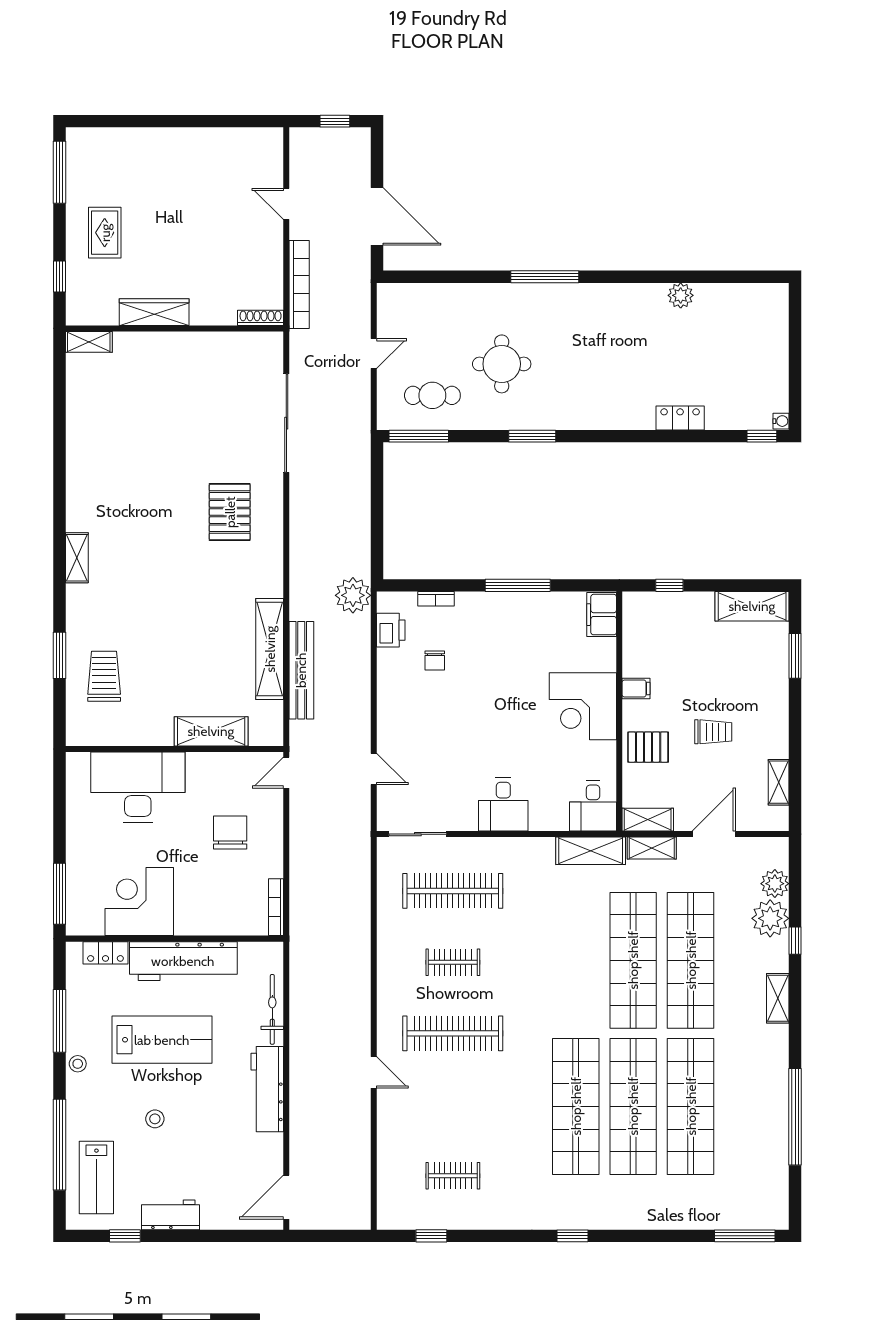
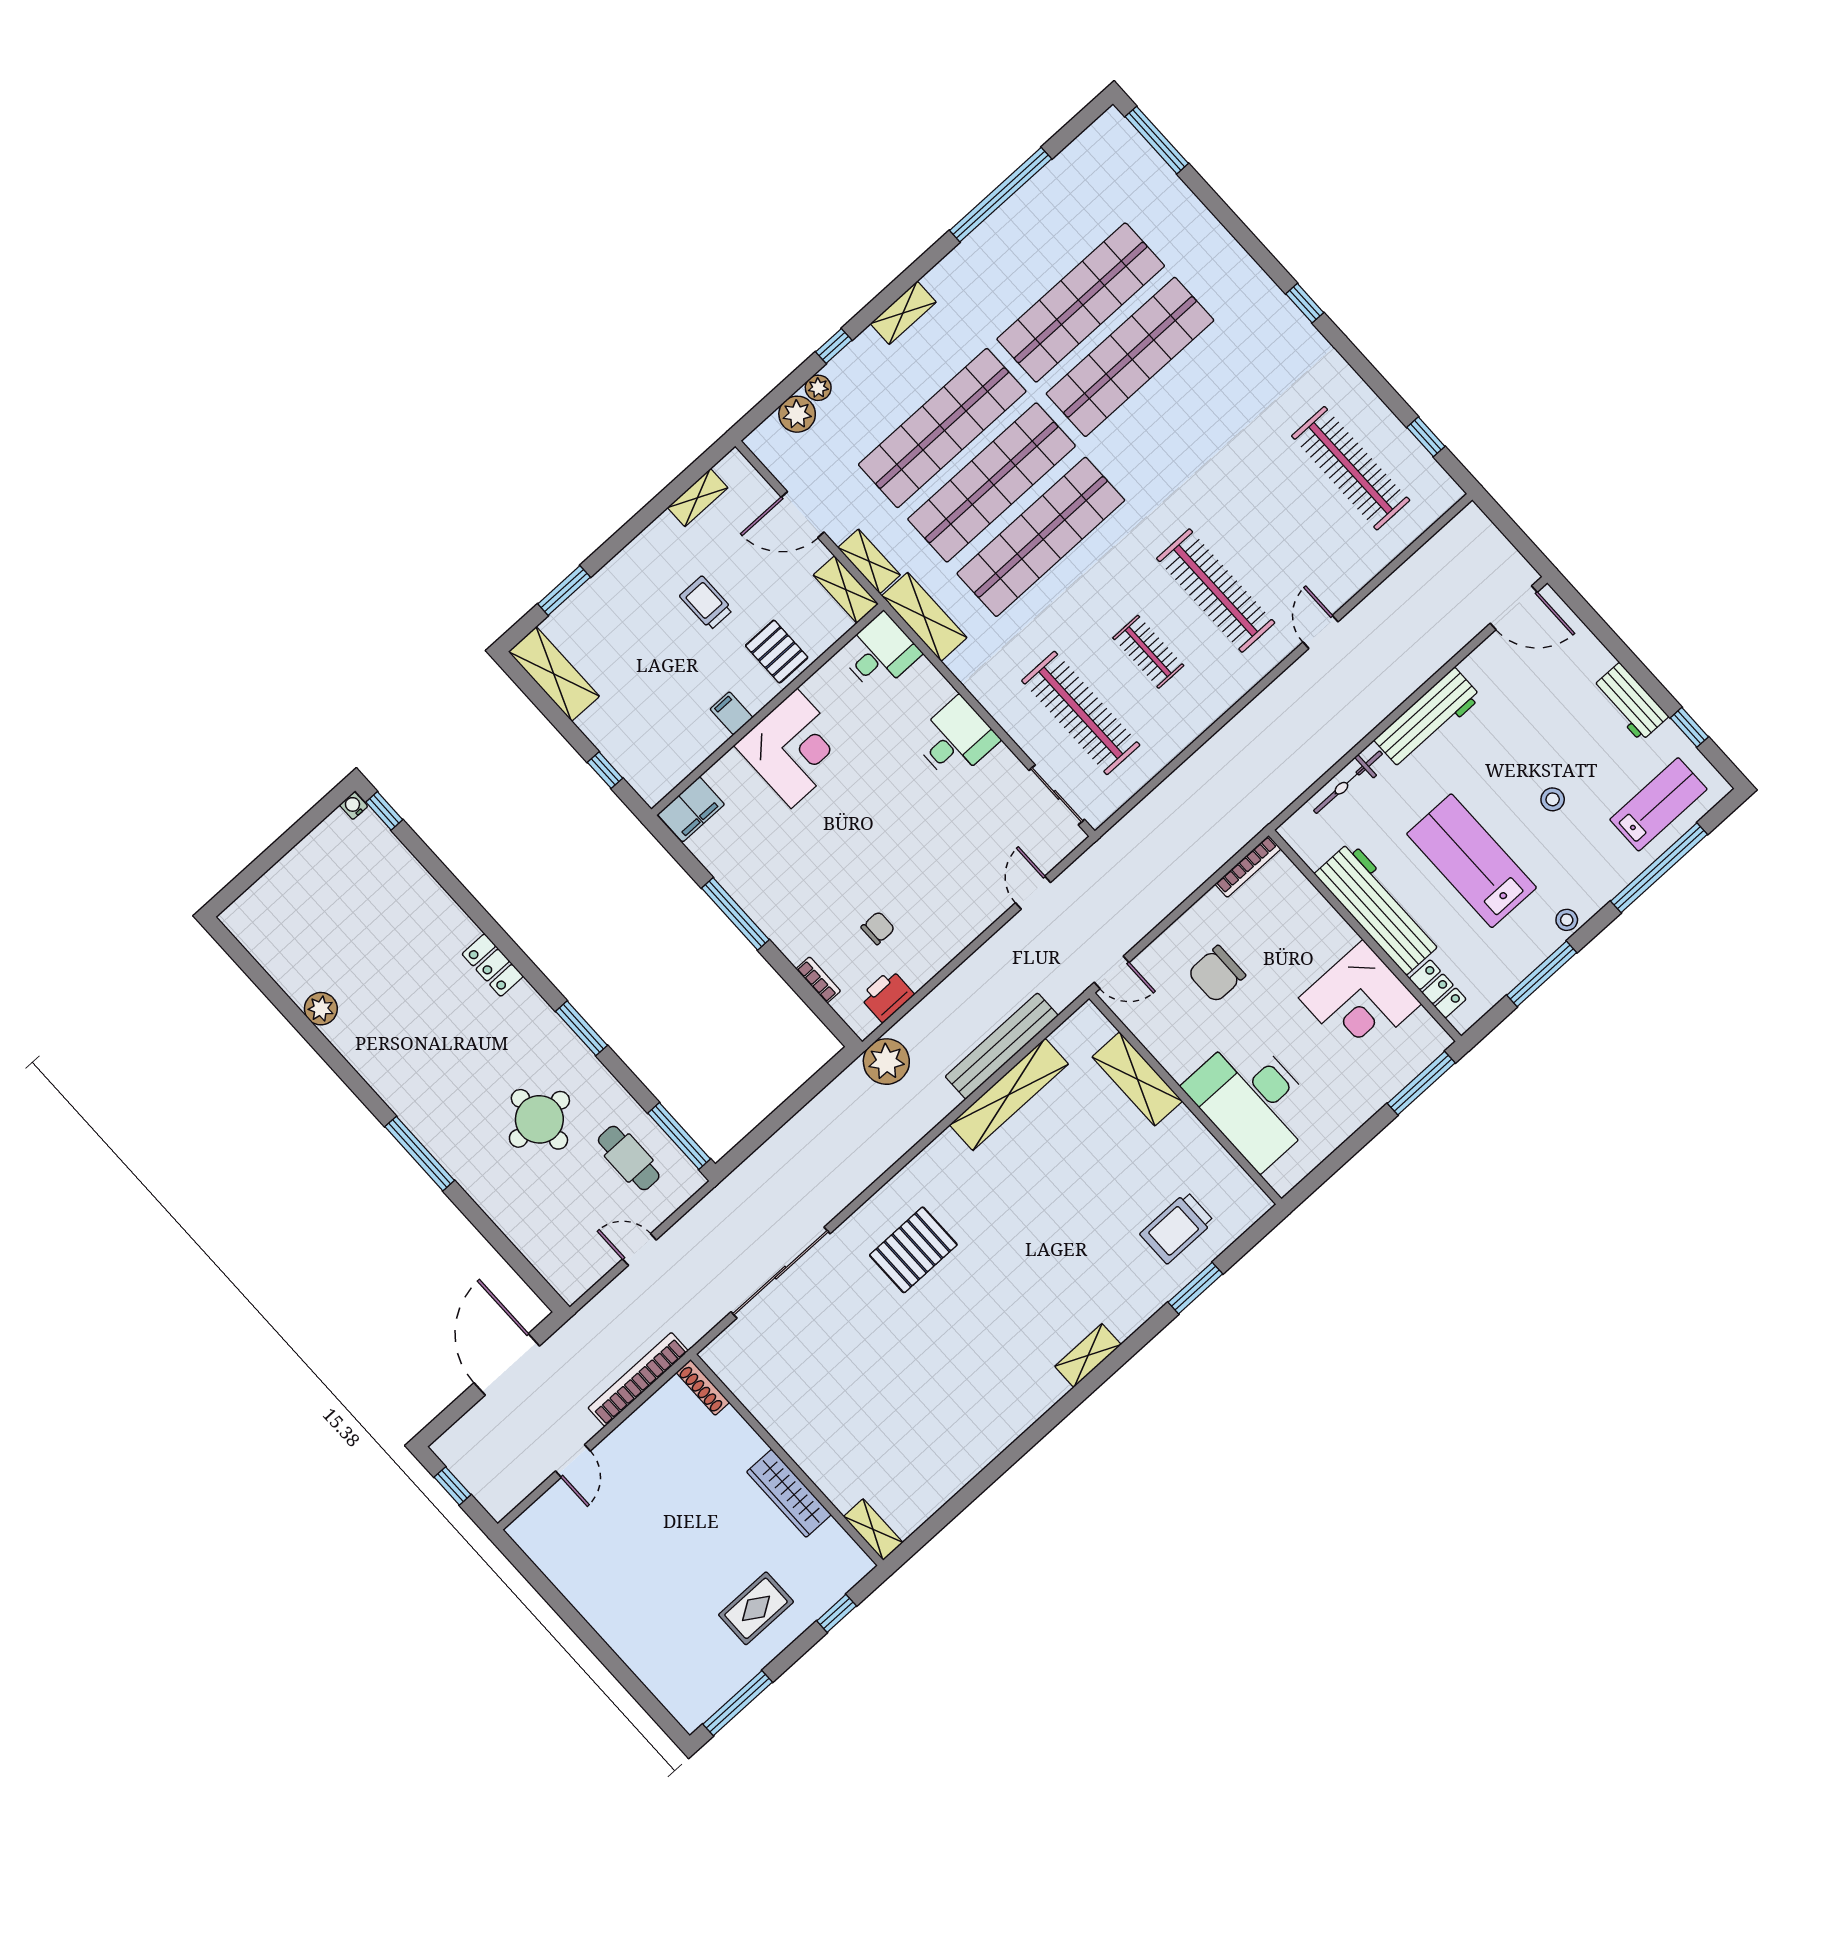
locker: (680, 418) -> (493, 965), moved
plant: (770, 918) -> (818, 388), width x0.53, depth x0.53
shop shelf: (576, 1106) -> (1041, 537), moved
clothes rail: (453, 1176) -> (1351, 468), width x1.86, depth x1.31

